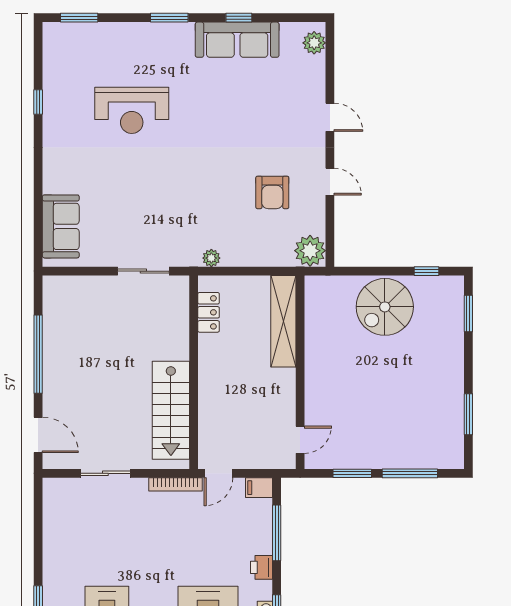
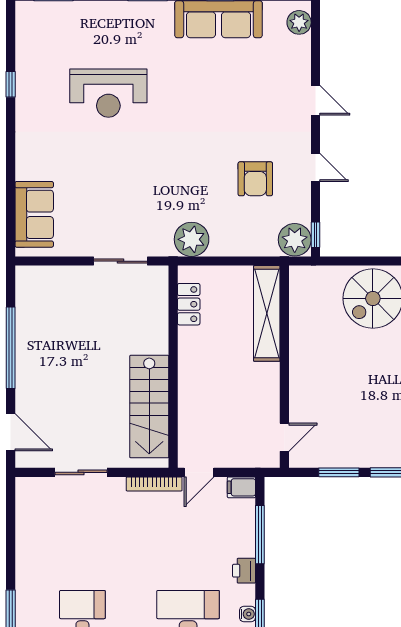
window: (330, 246) -> (315, 235), added
plant: (211, 258) -> (192, 239), width x1.88, depth x1.88

